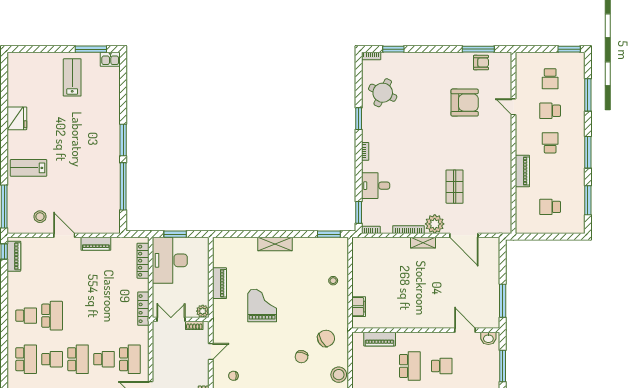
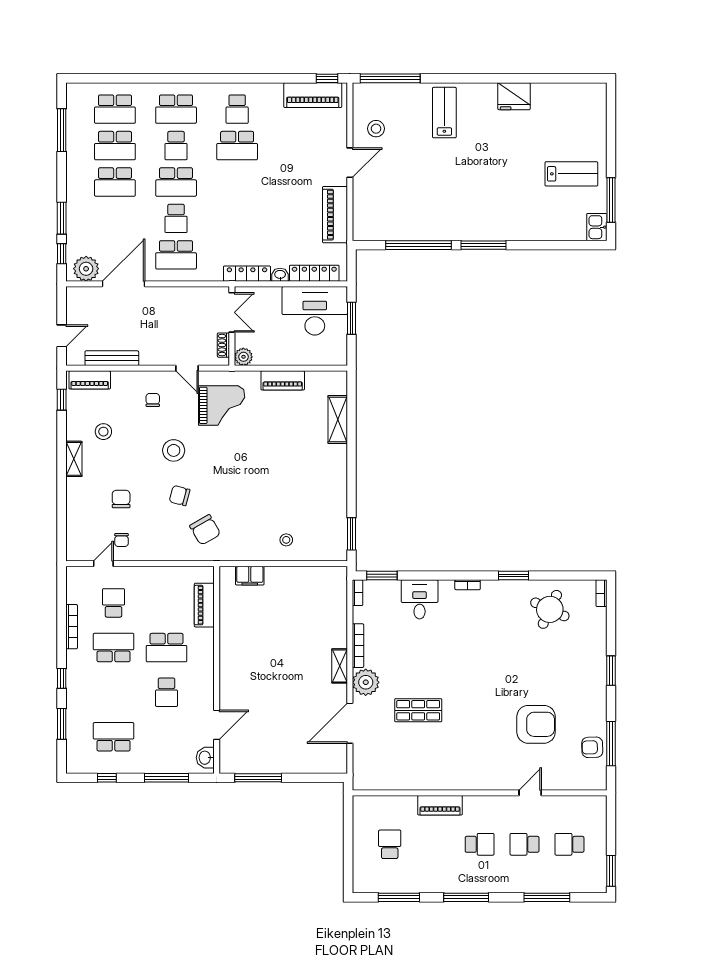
window: (393, 49) -> (611, 671), moved
armchair: (481, 63) -> (592, 747), turned 88
armchair: (465, 103) -> (536, 724), turned -90
school desk: (550, 111) -> (525, 844), turned -90
piano: (96, 244) -> (335, 215), width x1.37, depth x1.33
shelving: (275, 244) -> (338, 419), moved
piano: (14, 256) -> (313, 95), width x1.37, depth x1.33
washbasin: (144, 285) -> (280, 275), added
grand piano: (262, 305) -> (222, 405), moved
stool: (339, 375) -> (174, 450), moved

